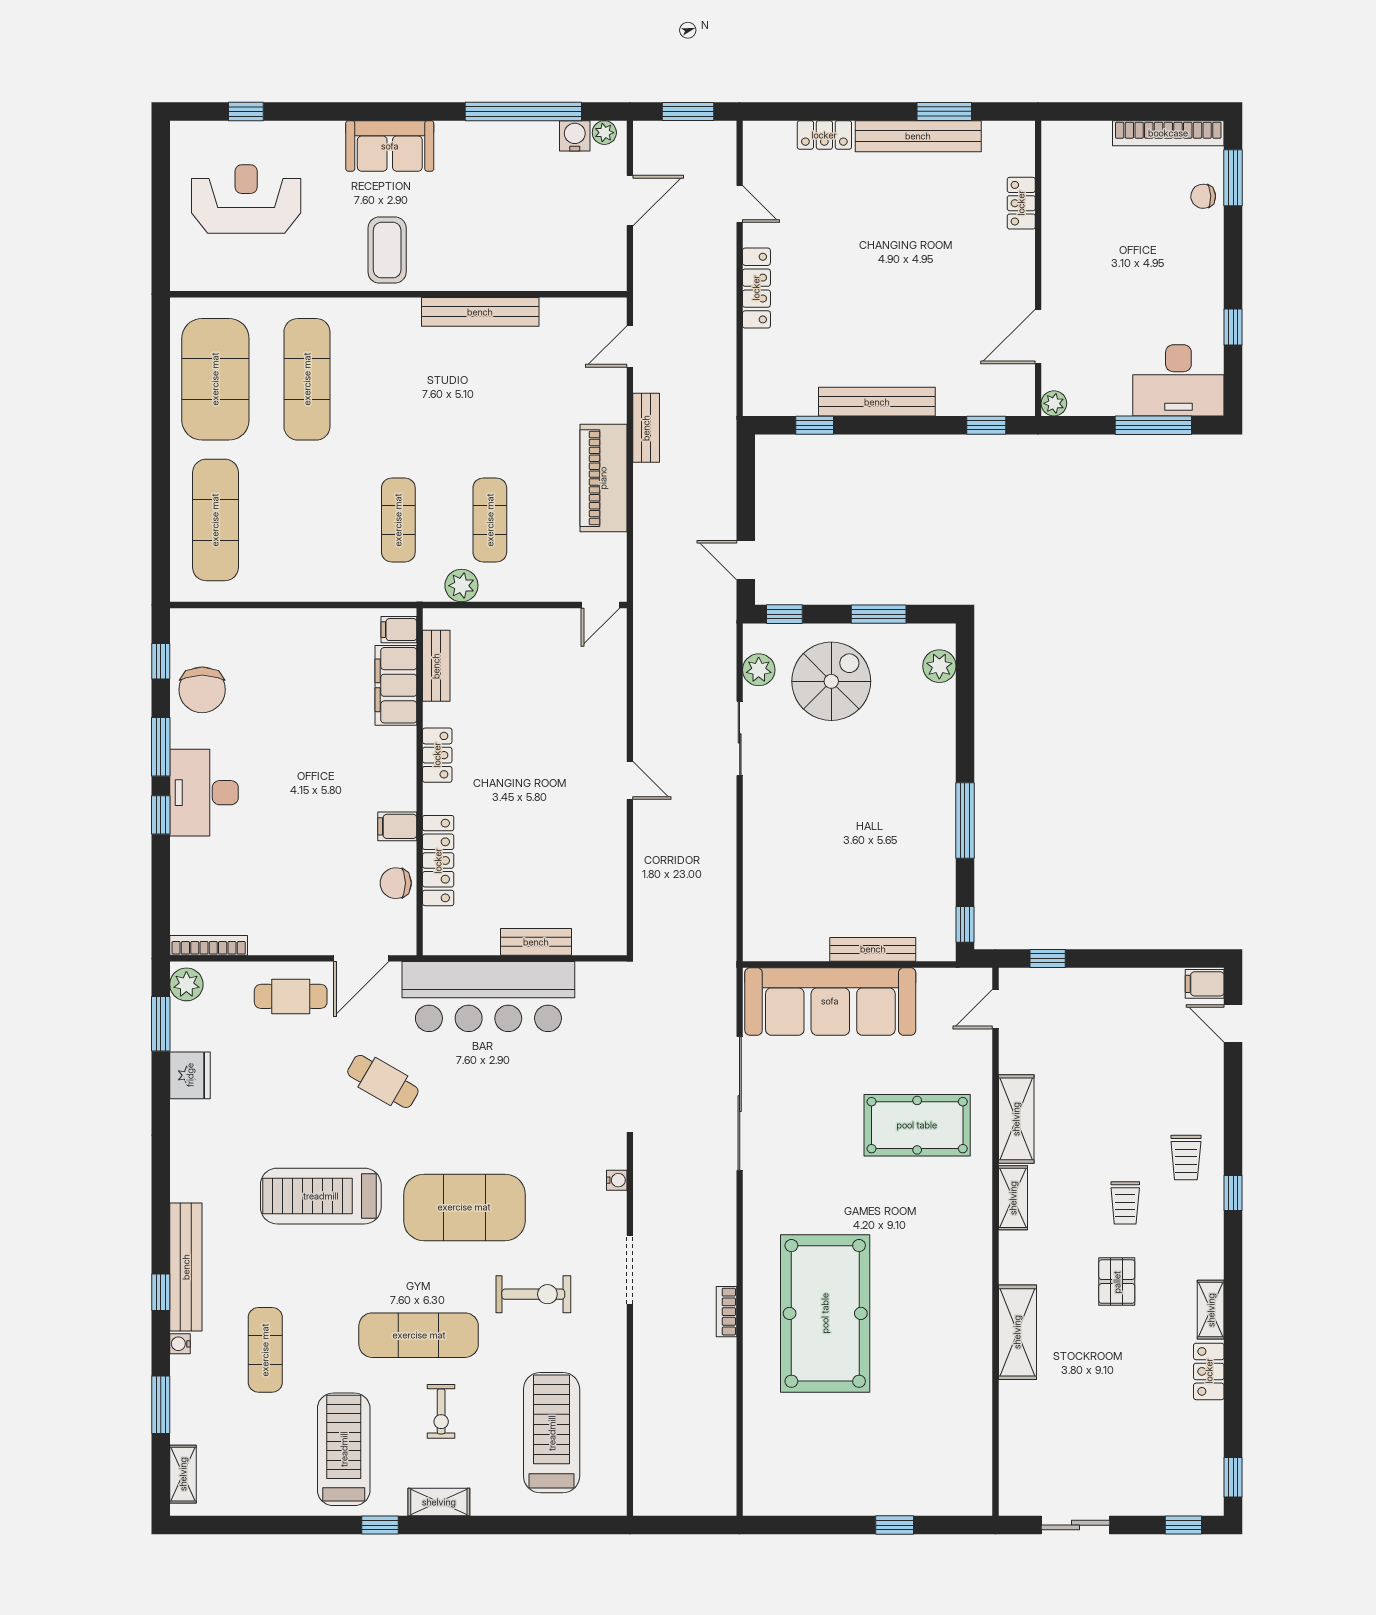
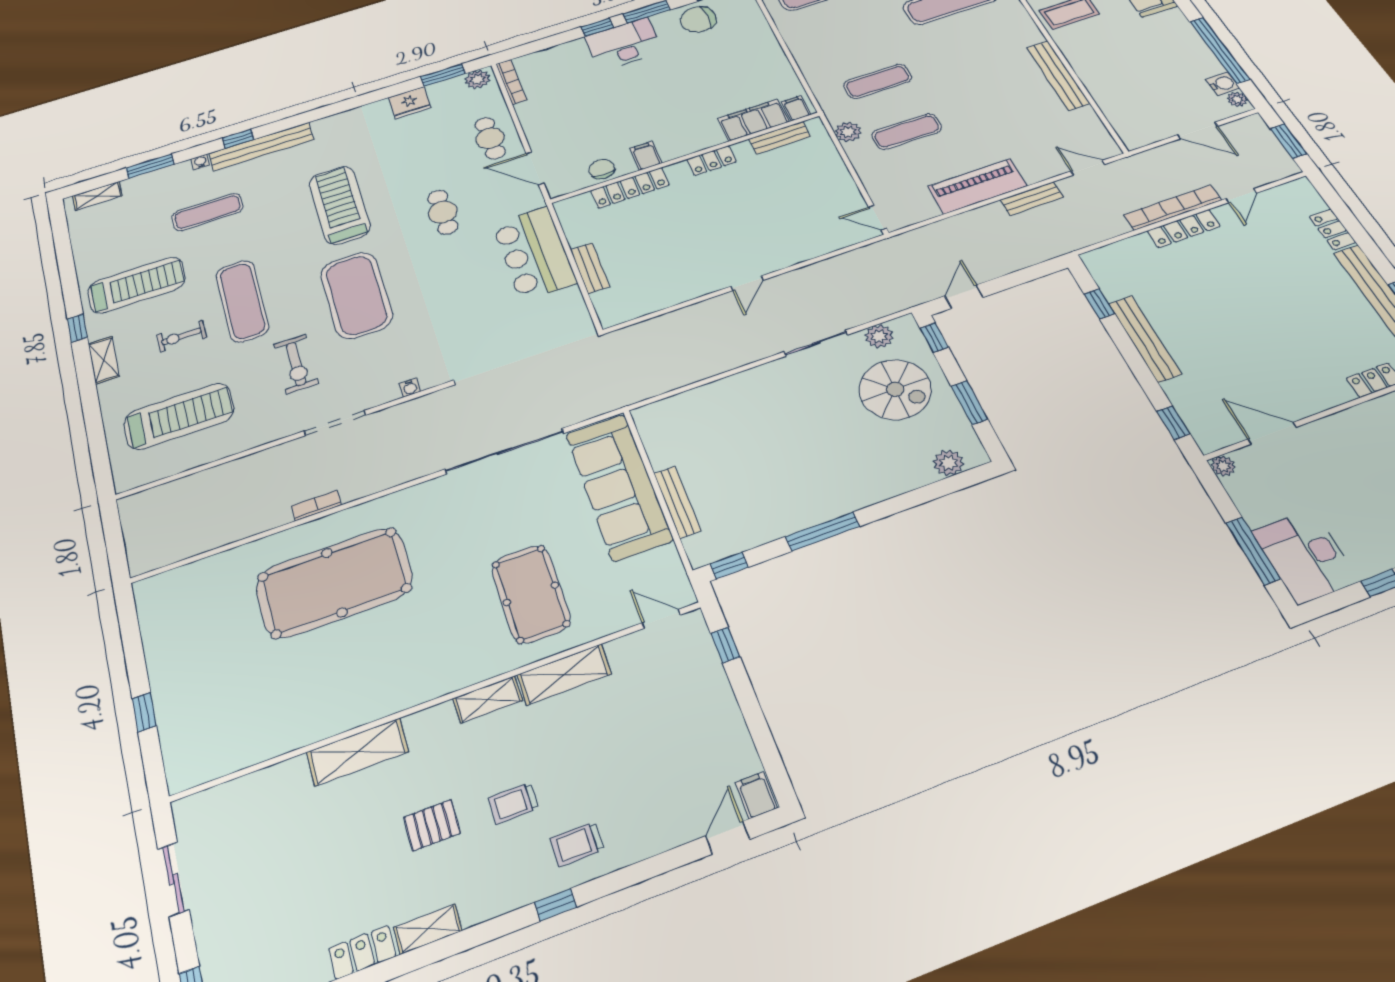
bookcase: (724, 285) -> (1173, 207), added
bar counter: (488, 997) -> (534, 253), width x0.73
cafe table: (383, 1081) -> (443, 212), turned -30

